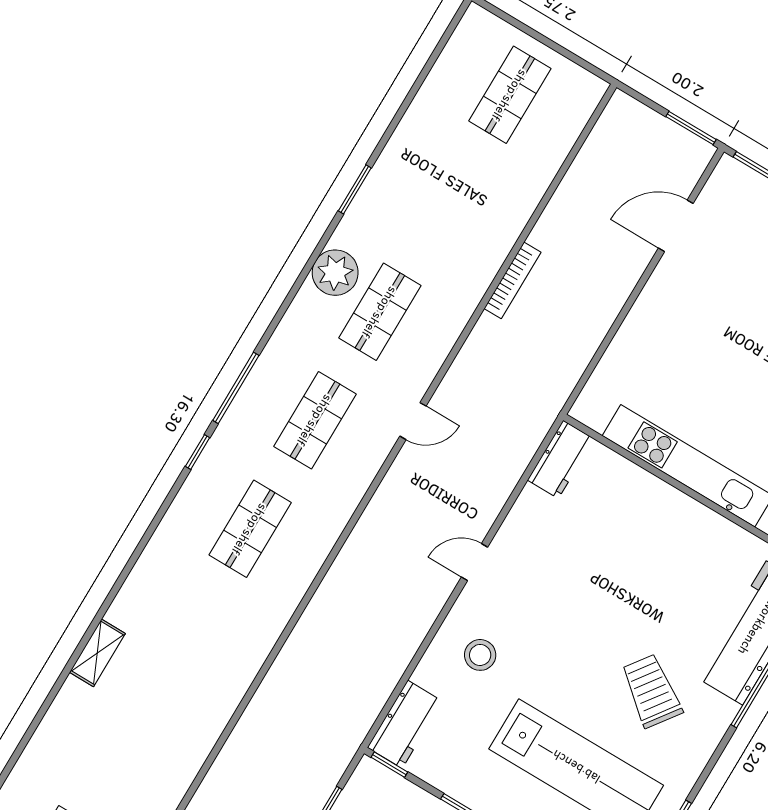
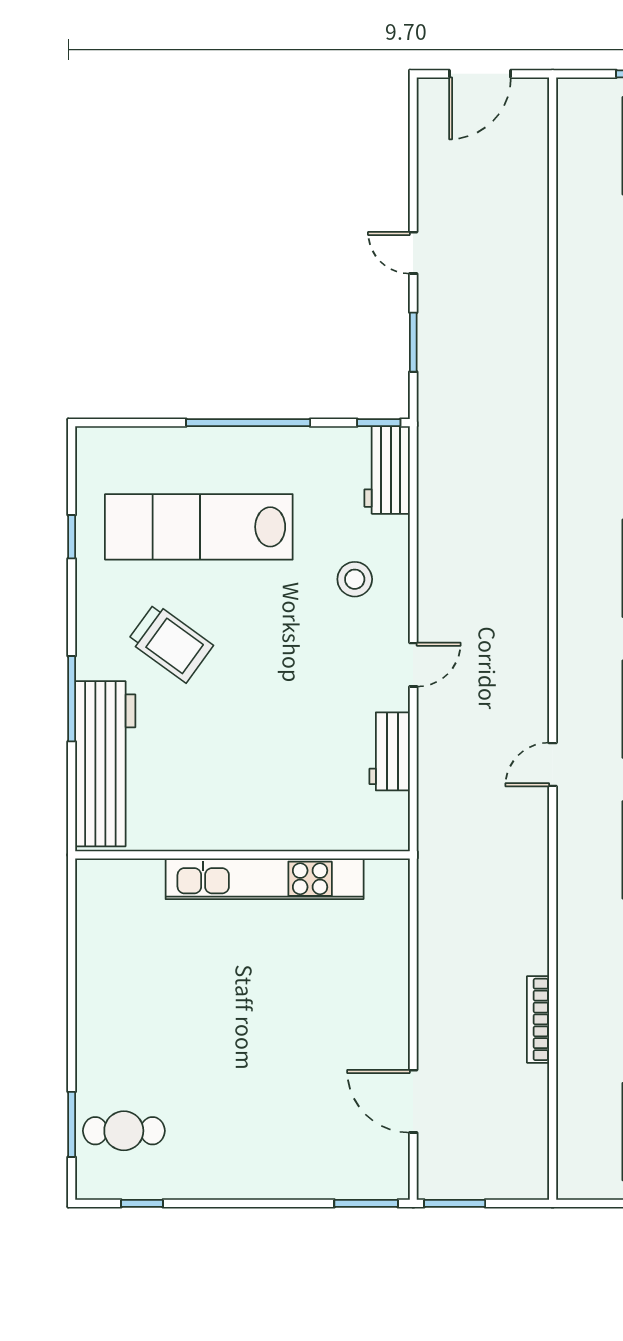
door: (676, 226) -> (413, 1101), swing flipped
bookcase: (512, 280) -> (538, 1019), moved
workbench: (561, 459) -> (390, 751), moved

